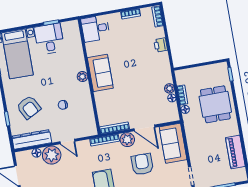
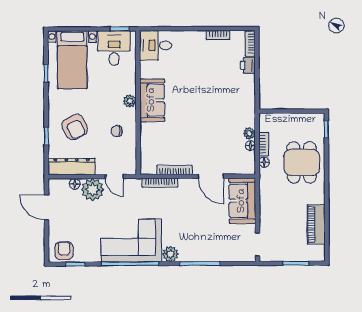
desk: (95, 29) -> (156, 45), moved
printer: (161, 45) -> (248, 65), moved
sofa: (100, 73) -> (152, 100), moved
plant: (82, 77) -> (130, 101), moved
wall: (89, 77) -> (138, 103), moved
plant: (127, 140) -> (188, 187), removed
armchair: (142, 164) -> (201, 220), removed

